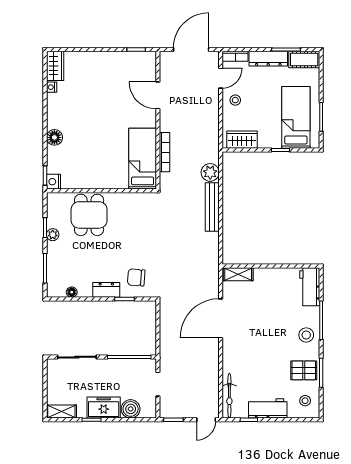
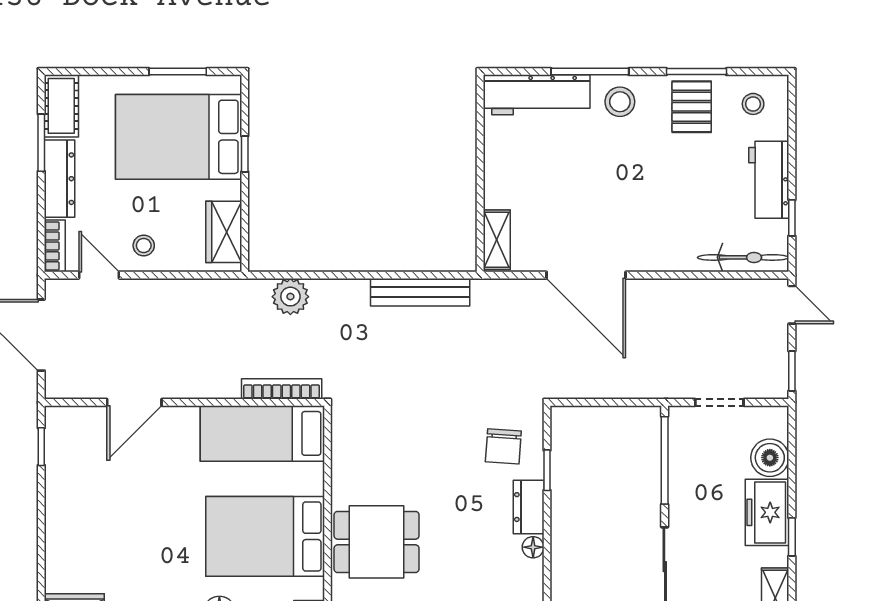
bed: (296, 117) -> (179, 137), width x1.50
bookcase: (165, 152) -> (282, 389), moved
bed: (92, 160) -> (265, 536), added
bench: (212, 207) -> (420, 292), moved
workbench: (310, 287) -> (537, 95), width x1.38
floor lamp: (72, 292) -> (533, 547), moved

